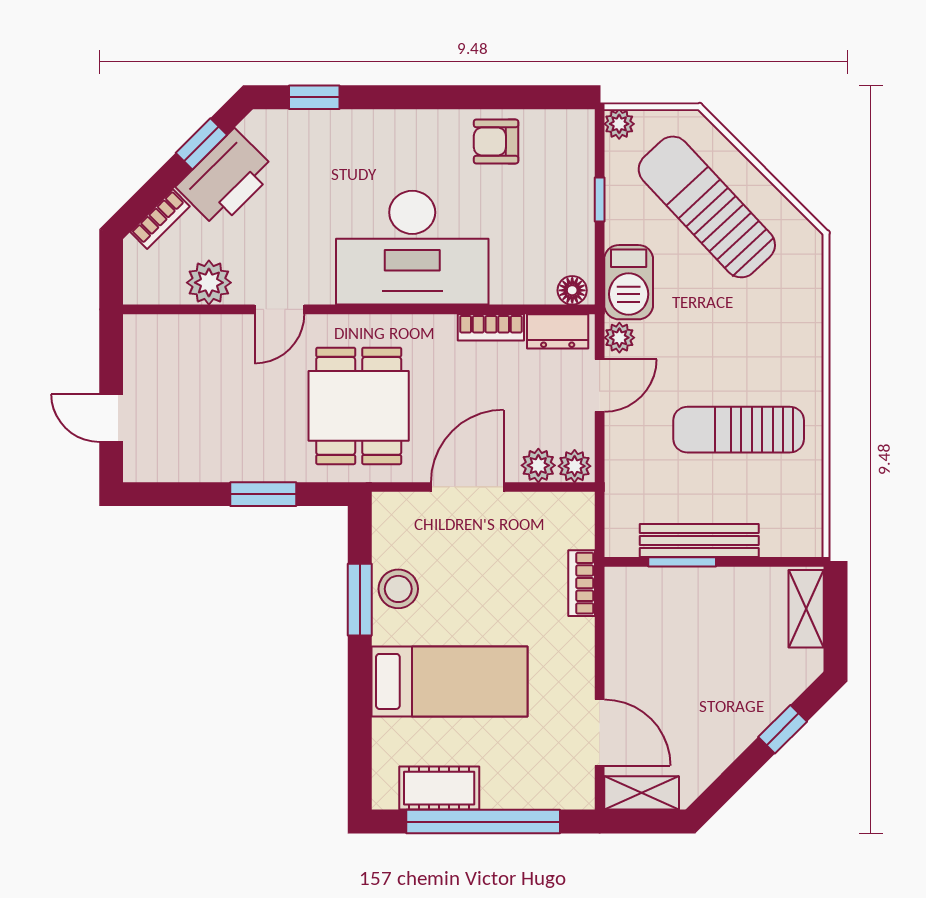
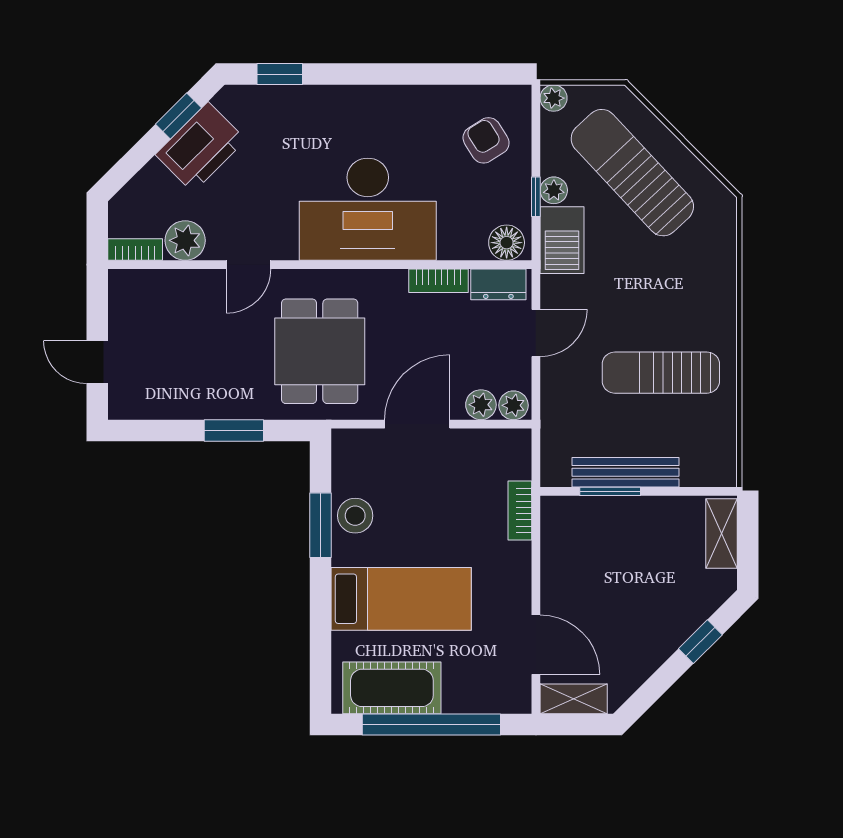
armchair: (496, 142) -> (486, 140), moved, turned 58
window: (600, 200) -> (536, 197), moved
bookcase: (160, 219) -> (135, 250), moved, turned -135
floor lamp: (572, 290) -> (507, 243), width x1.37, depth x1.37
plant: (619, 338) -> (554, 190), moved
cot: (439, 788) -> (392, 688), width x1.37, depth x1.34

